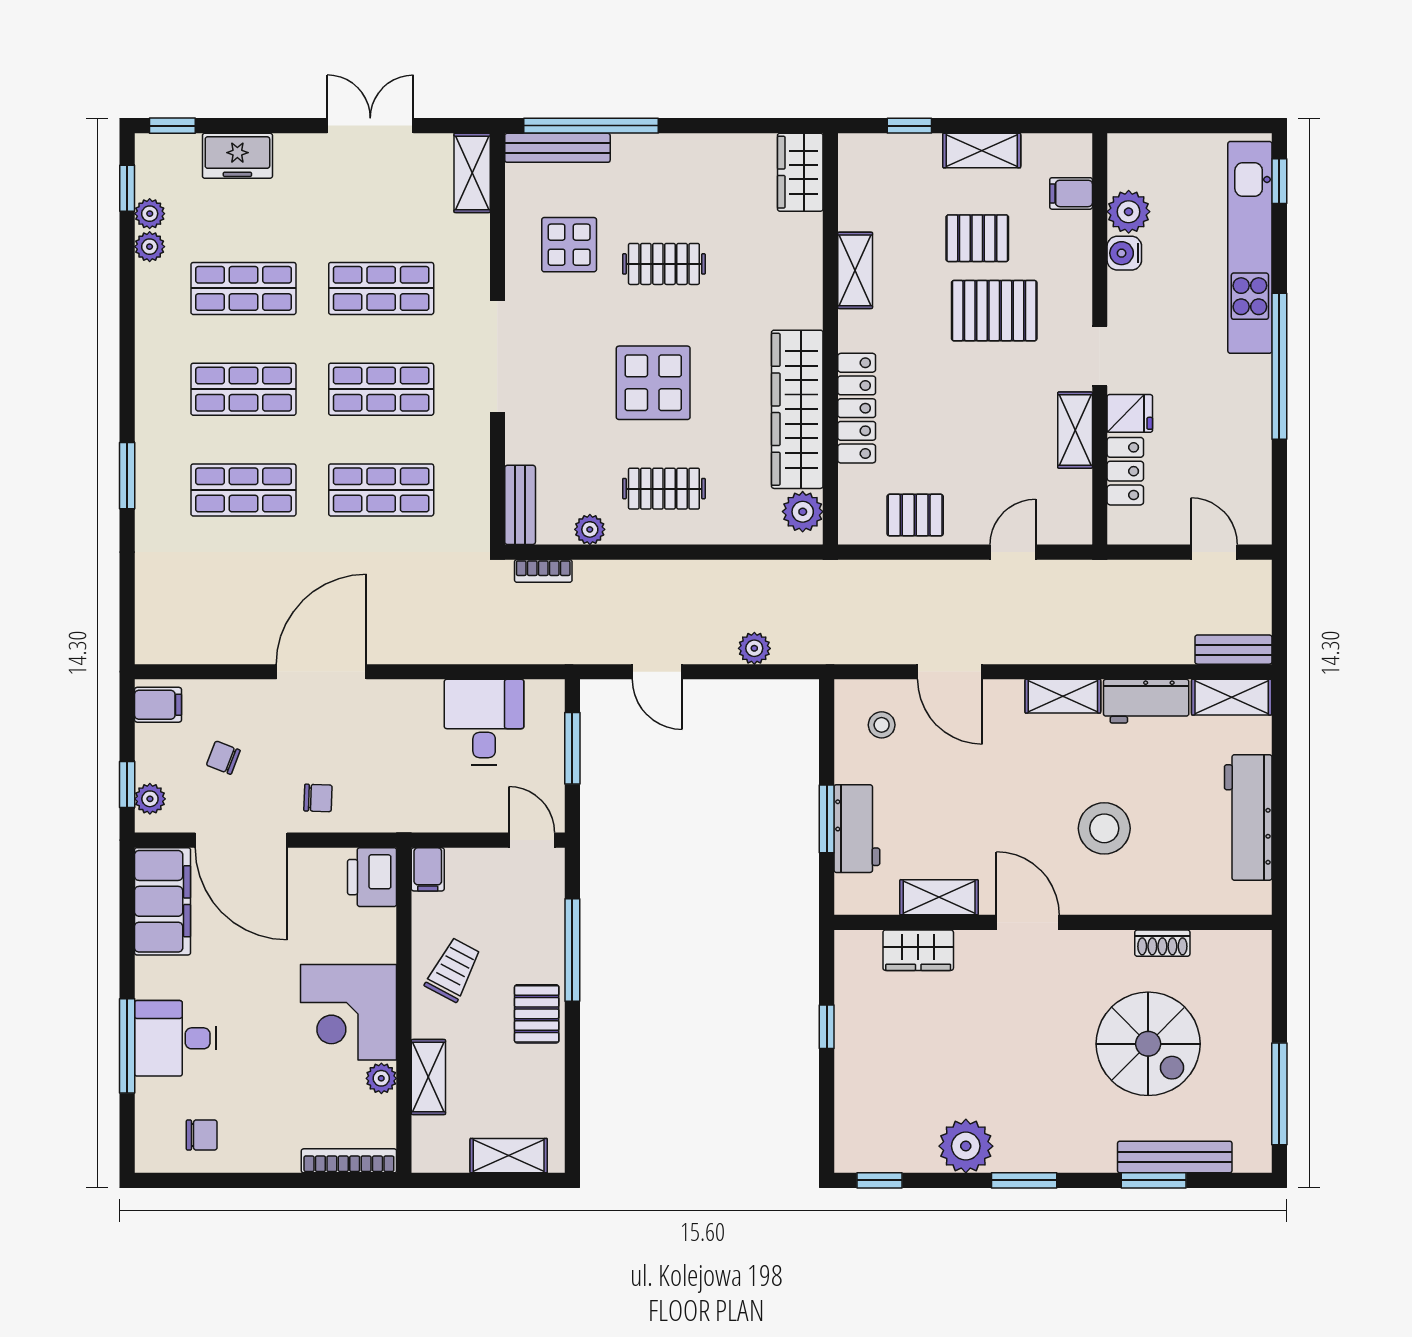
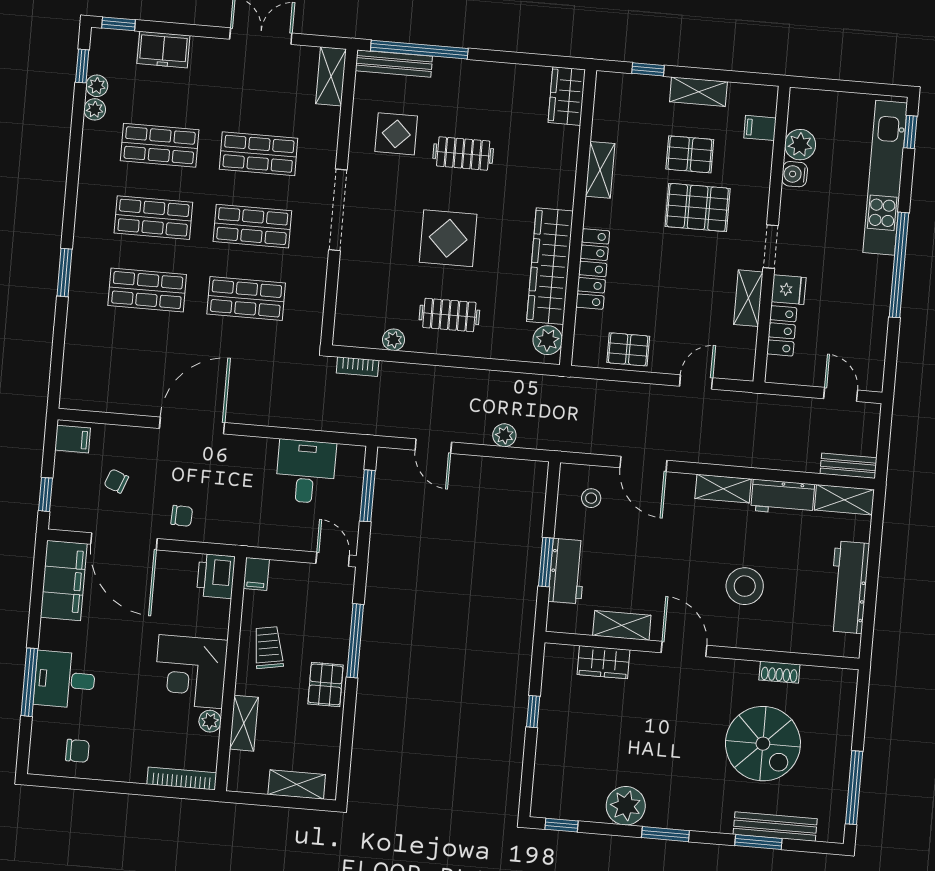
bench: (520, 505) -> (345, 318), removed
plant: (150, 799) -> (61, 506), removed
trolley: (453, 970) -> (268, 648), turned -38

